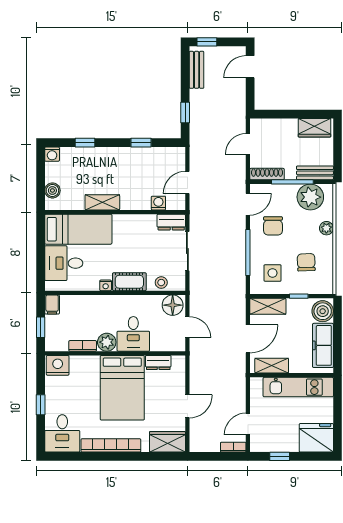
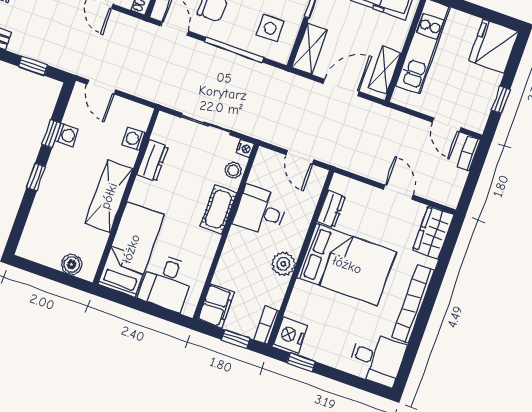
window: (85, 143) -> (36, 177), moved
washing machine: (52, 154) -> (67, 135), moved
door: (187, 182) -> (101, 87), moved
shelving: (102, 202) -> (109, 196), width x1.50, depth x1.33
dresser: (171, 222) -> (152, 161), moved
nightstand: (106, 285) -> (245, 149), moved
filing cabinet: (52, 304) -> (216, 306), width x2.00
floor lamp: (173, 305) -> (266, 166), removed
door: (187, 327) -> (300, 157), swing flipped
desk: (133, 334) -> (260, 211), moved, turned 180
door: (248, 339) -> (341, 87), hinge flipped
bookcase: (83, 346) -> (267, 325), moved
window: (41, 405) -> (301, 362), moved

